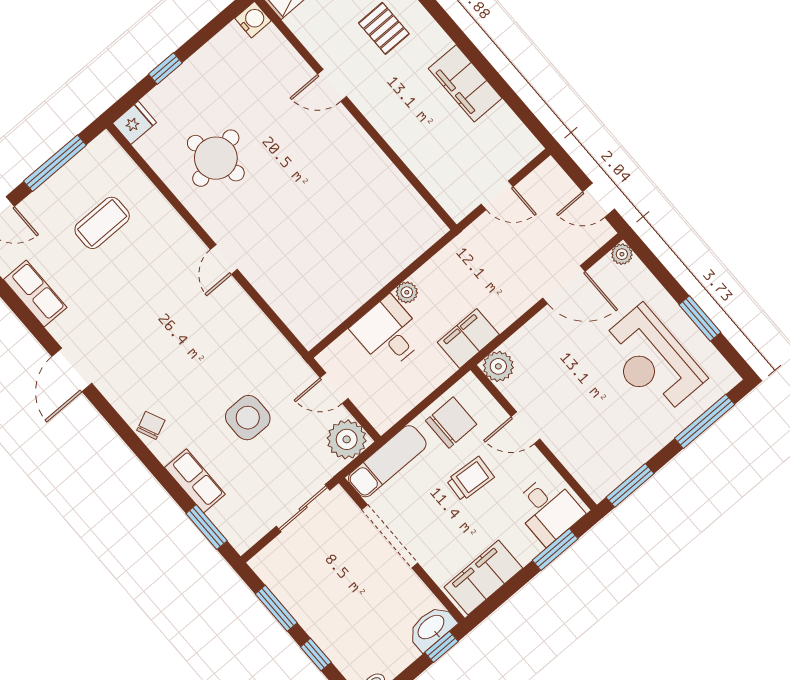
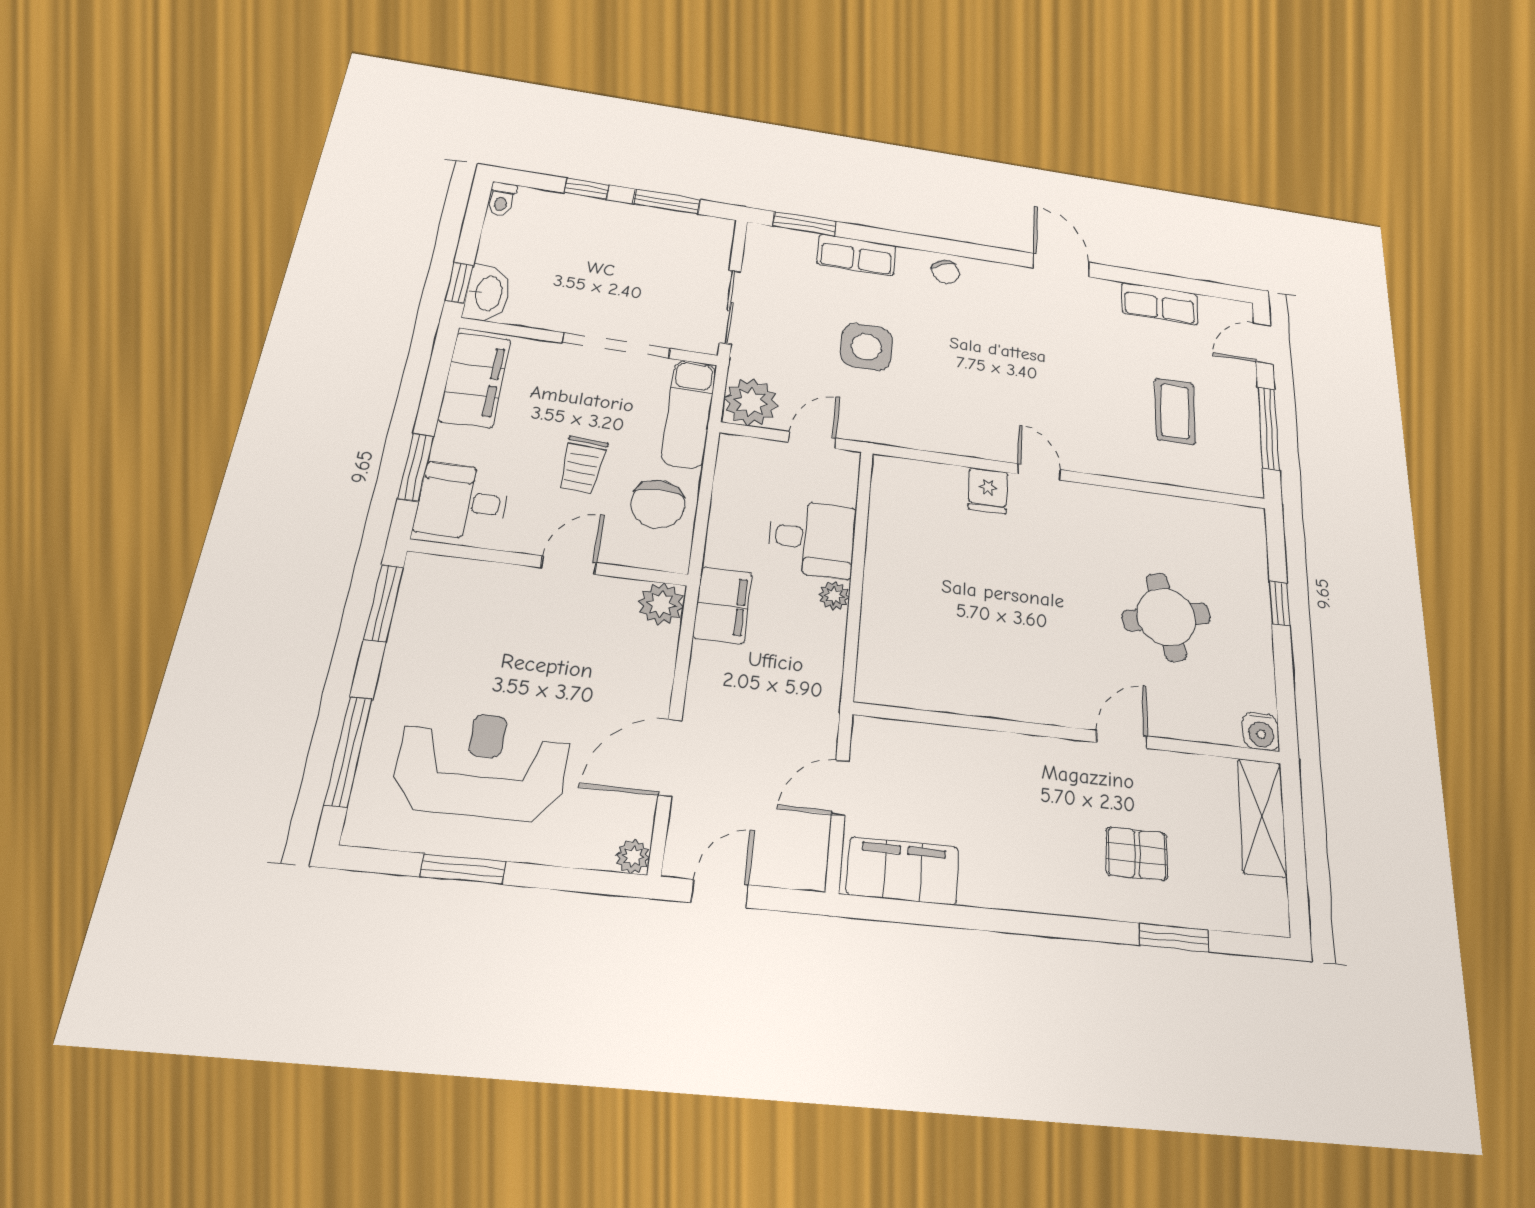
filing cabinet: (465, 83) -> (903, 871), moved
fridge: (134, 123) -> (988, 491), moved
round table: (216, 158) -> (1166, 617), moved

